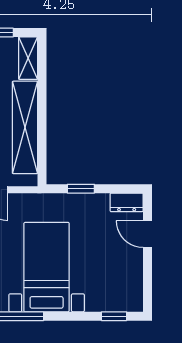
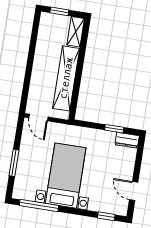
window: (81, 189) -> (114, 129), moved
door: (148, 234) -> (134, 191), moved

